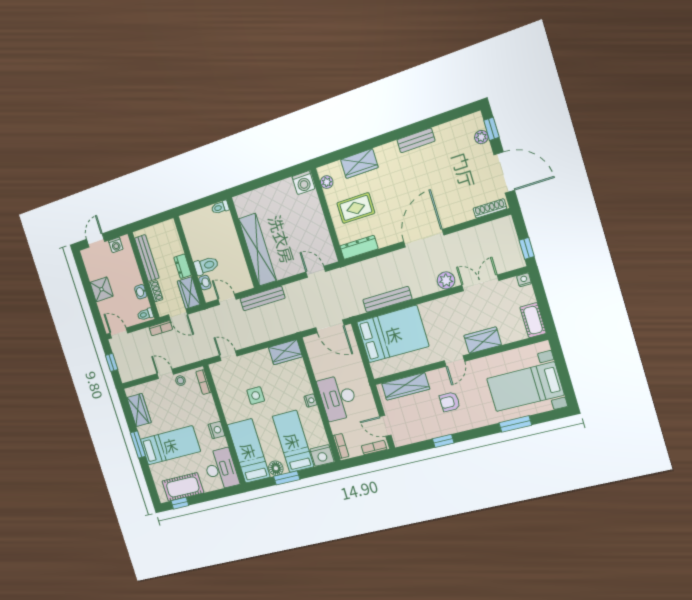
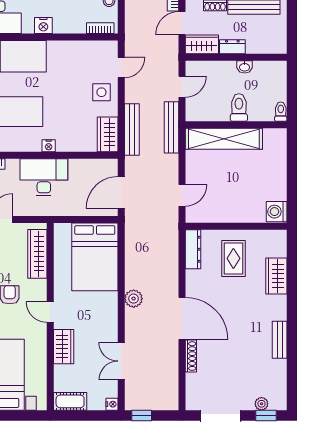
plant: (327, 182) -> (269, 236), removed
shoe rack: (490, 208) -> (191, 356), moved
toilet: (206, 266) -> (239, 108), moved, turned 180
plant: (446, 280) -> (134, 299), moved
washbasin: (205, 283) -> (245, 67), moved
double door: (480, 283) -> (121, 361), swing flipped
bench: (387, 299) -> (132, 130), moved
side table: (256, 396) -> (101, 92), moved

